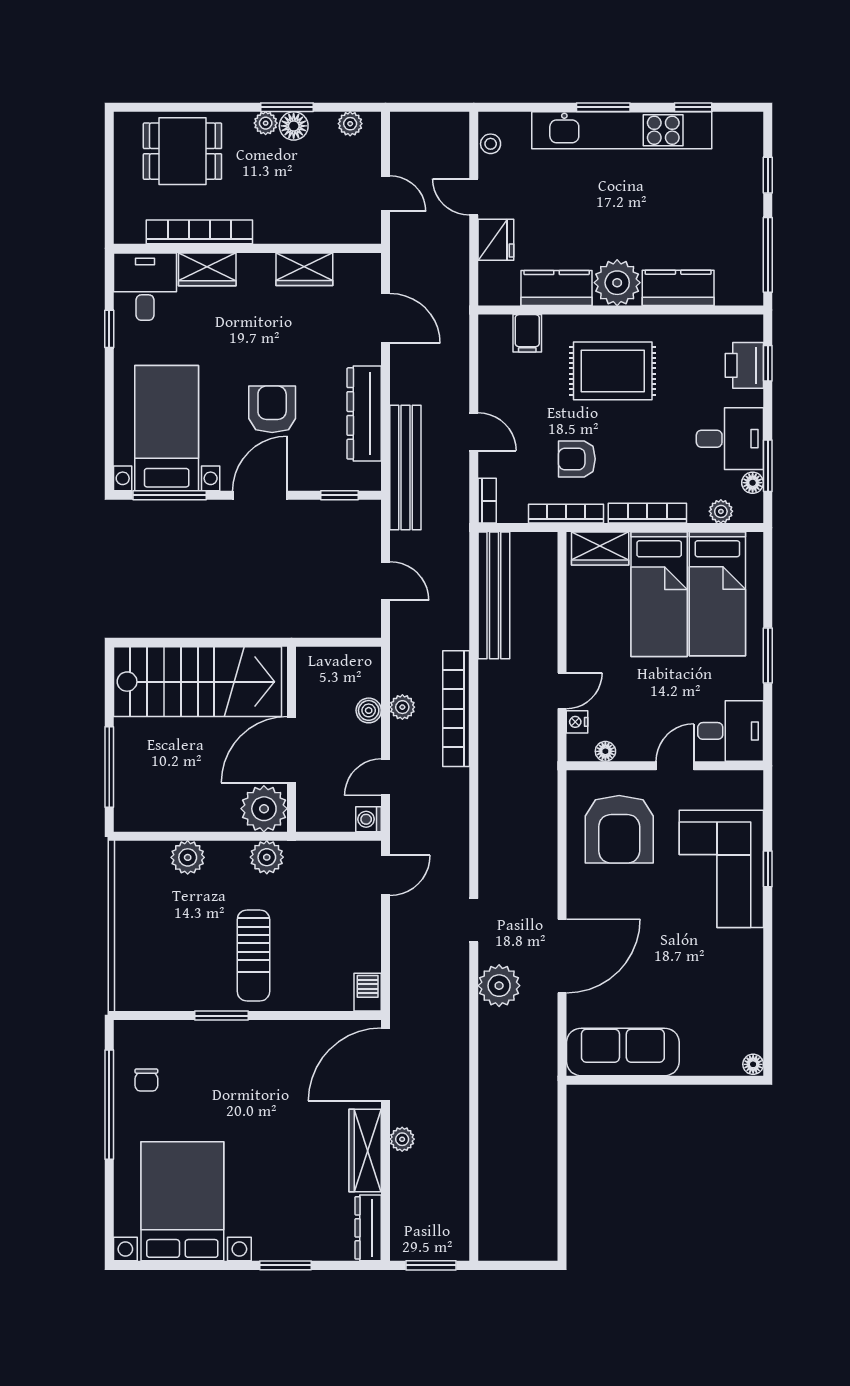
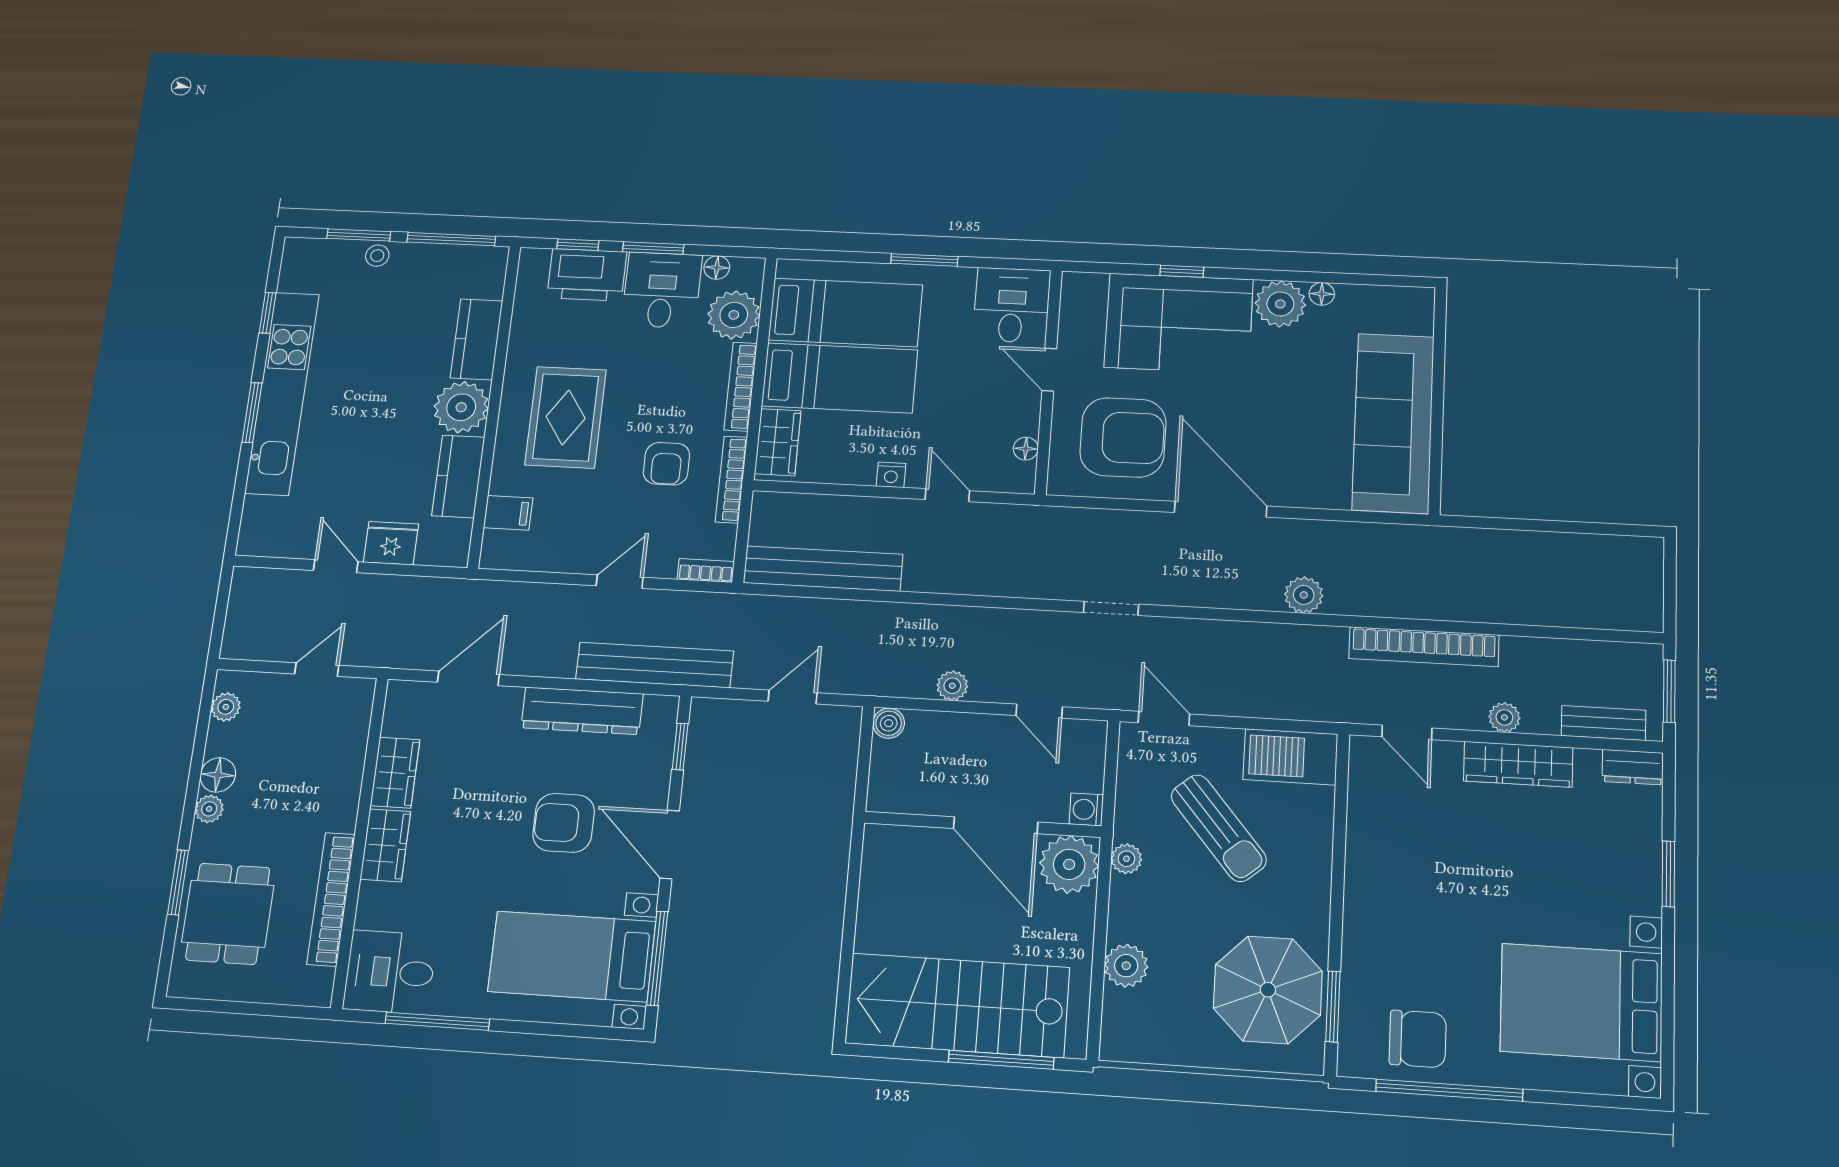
window: (287, 107) -> (178, 882), moved
stool: (491, 144) -> (377, 256), moved
window: (768, 175) -> (359, 235), width x1.50
door: (474, 197) -> (336, 566), swing flipped
wardrobe: (207, 269) -> (385, 845), moved
window: (109, 329) -> (437, 1021), width x2.17
printer: (744, 365) -> (587, 275), width x1.37, depth x1.19
window: (768, 466) -> (653, 248), moved
plant: (721, 511) -> (734, 315), width x1.87, depth x1.87
stairs: (198, 682) -> (957, 1005), moved, turned -90
bookcase: (456, 709) -> (1424, 647), moved
boiler: (369, 710) -> (889, 723), moved
nightstand: (577, 722) -> (891, 475), moved
washing machine: (369, 819) -> (1086, 809), moved, turned 90
plant: (267, 857) -> (1126, 859), width x0.73, depth x0.73
doorway: (474, 920) -> (1111, 608), moved
plant: (743, 951) -> (1280, 304), added
sun lounger: (253, 955) -> (1219, 828), moved, turned 50
door: (562, 956) -> (1221, 509), moved
parasol: (176, 966) -> (1268, 990), added
plant: (499, 986) -> (1304, 595), width x0.73, depth x0.73
barbecue: (368, 992) -> (1290, 757), width x1.88, depth x1.53
window: (221, 1016) -> (1333, 1007), moved
sofa: (623, 1052) -> (1393, 423), width x1.36, depth x1.27
door: (386, 1064) -> (1407, 732), width x0.53
floor lamp: (753, 1064) -> (1322, 294), moved
chair: (146, 1080) -> (1418, 1039), width x1.87, depth x1.87
bench: (402, 1215) -> (1603, 723), added
dresser: (368, 1228) -> (1633, 767), width x0.70

